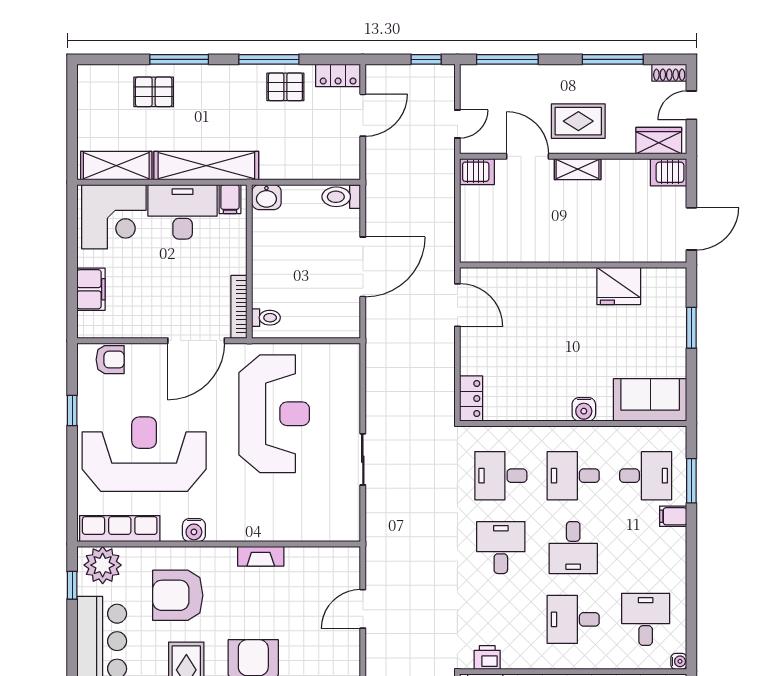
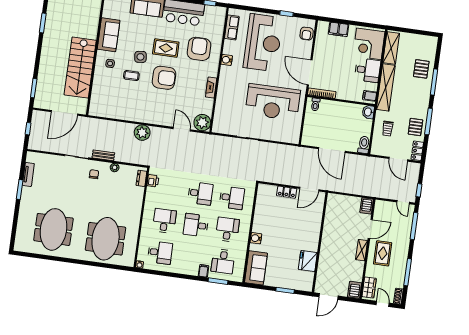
door: (457, 124) -> (403, 202), moved
trolley: (297, 149) -> (388, 129), added
desk: (183, 212) -> (367, 70), width x0.73
door: (691, 229) -> (328, 296), hinge flipped
locker: (471, 399) -> (287, 192), moved
desk: (501, 476) -> (232, 198), turned 90
row of seats: (120, 529) -> (232, 27), width x0.68
plant: (103, 565) -> (202, 123), moved

